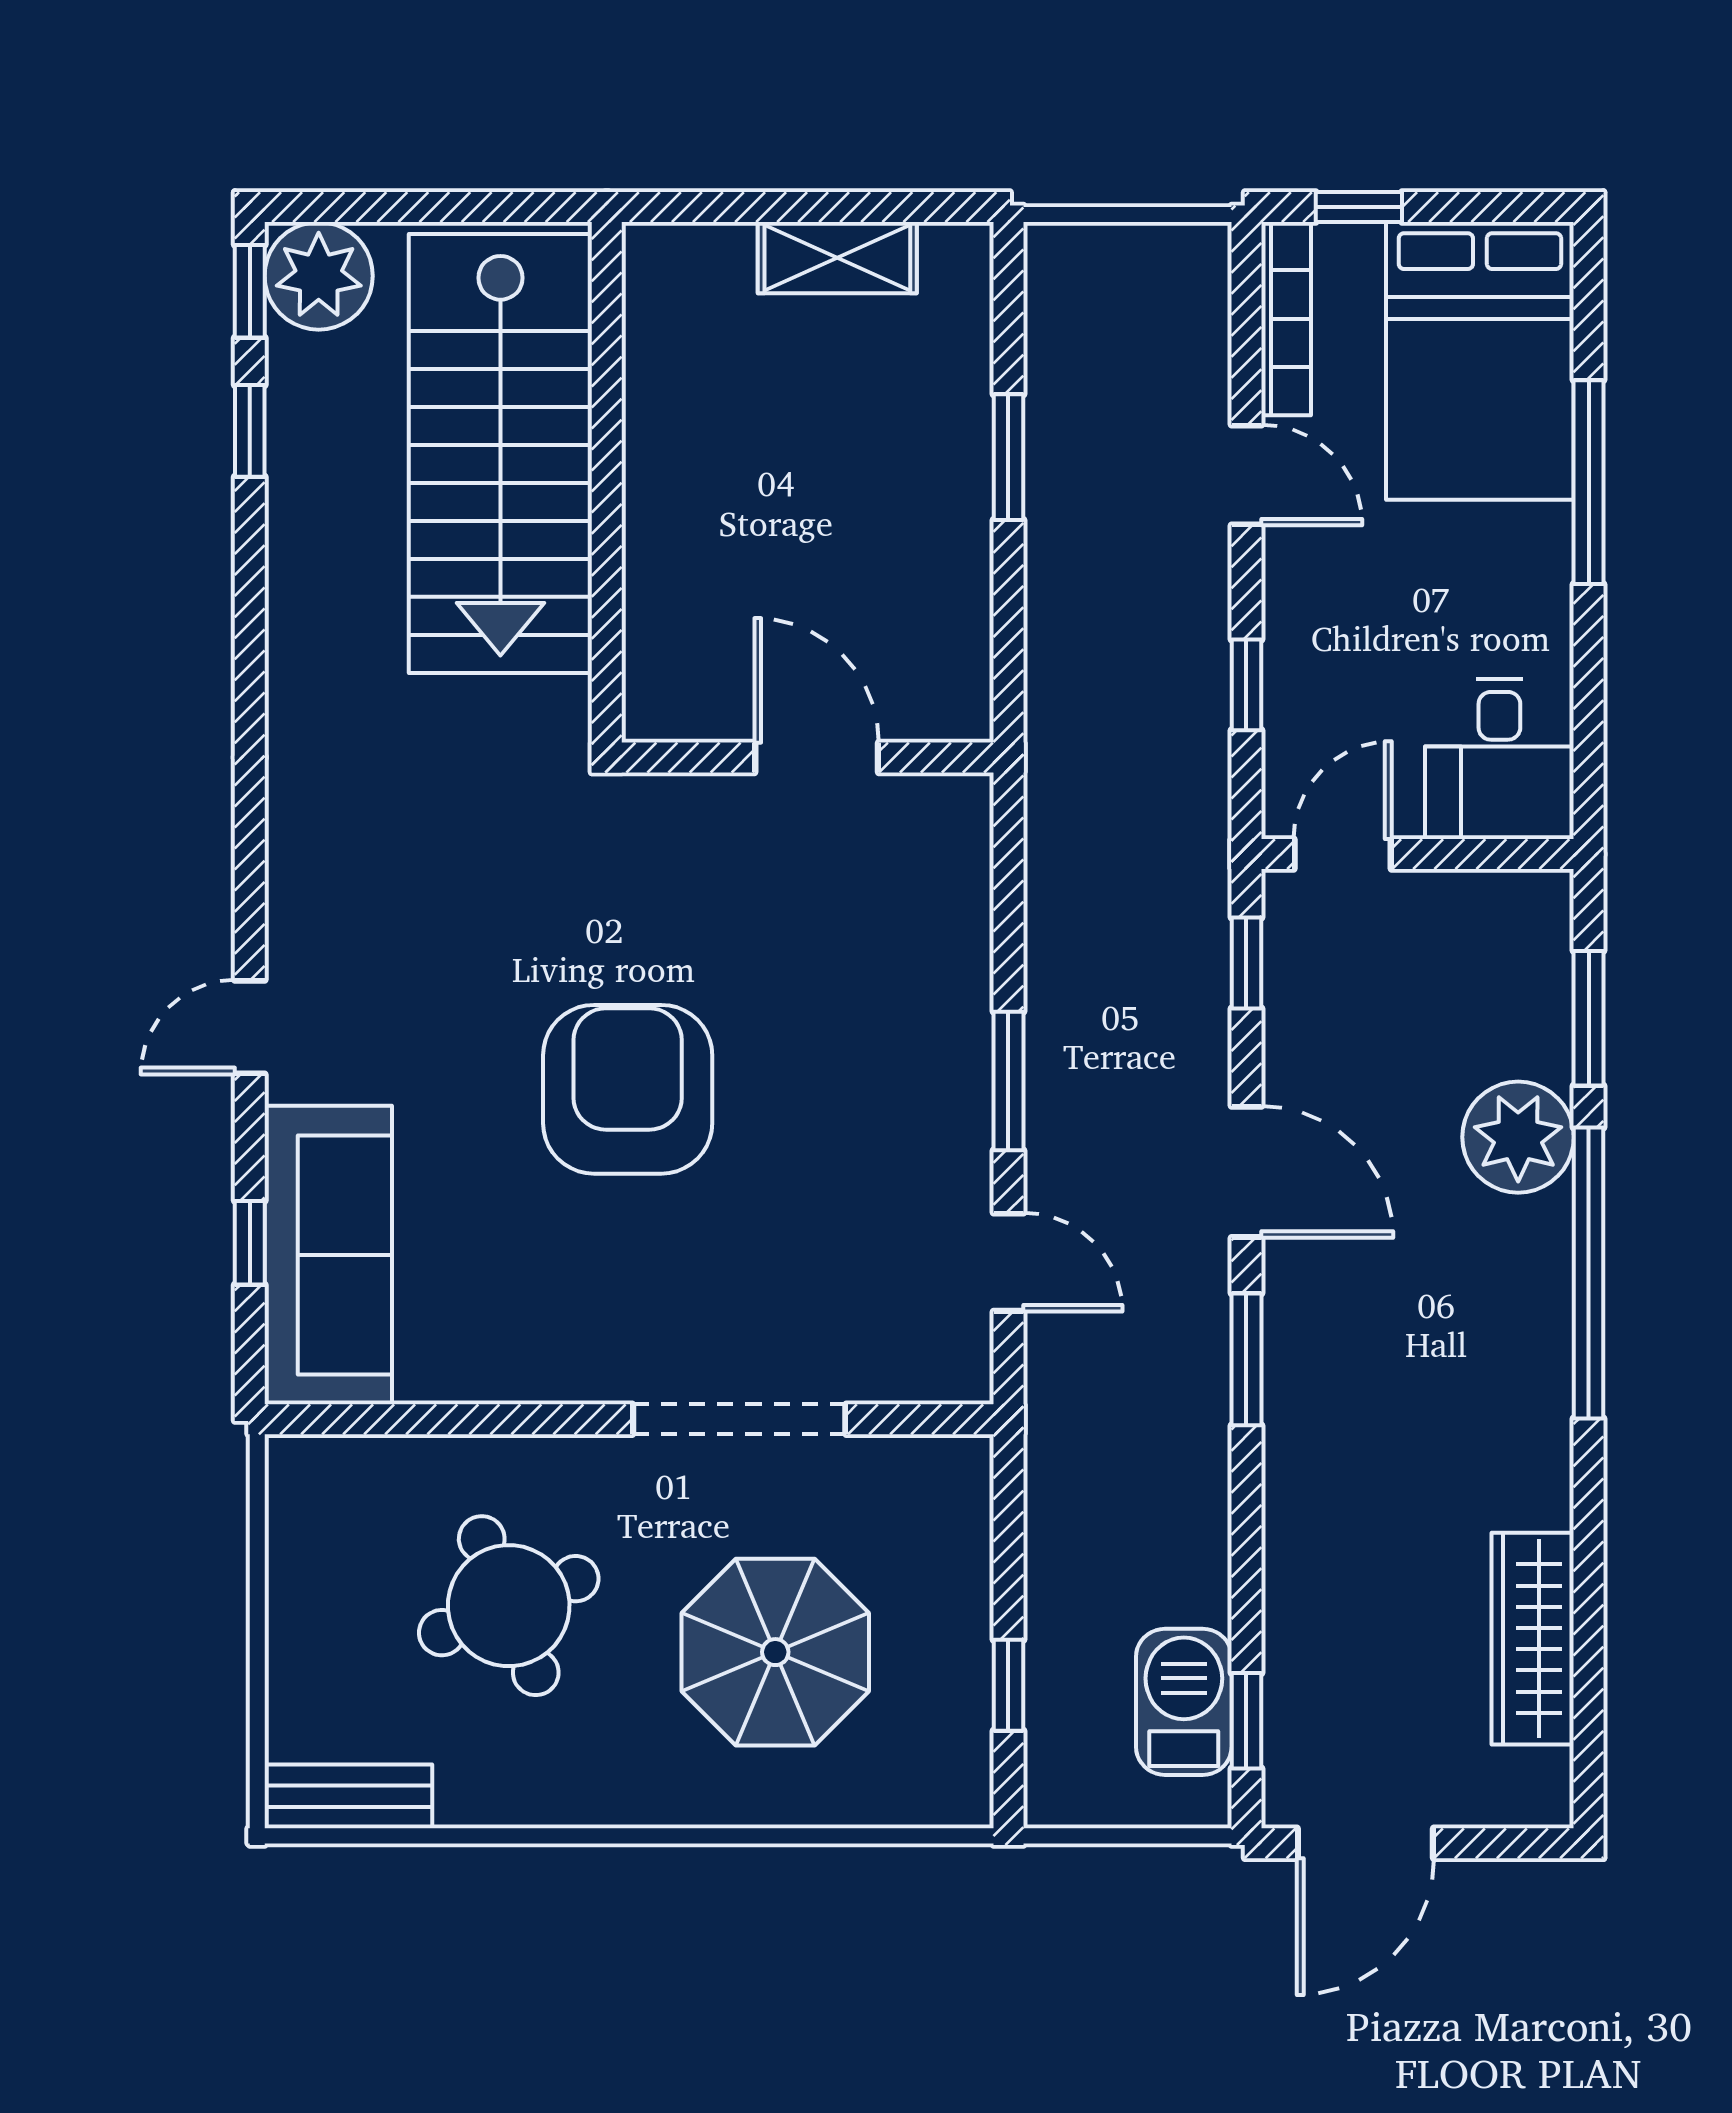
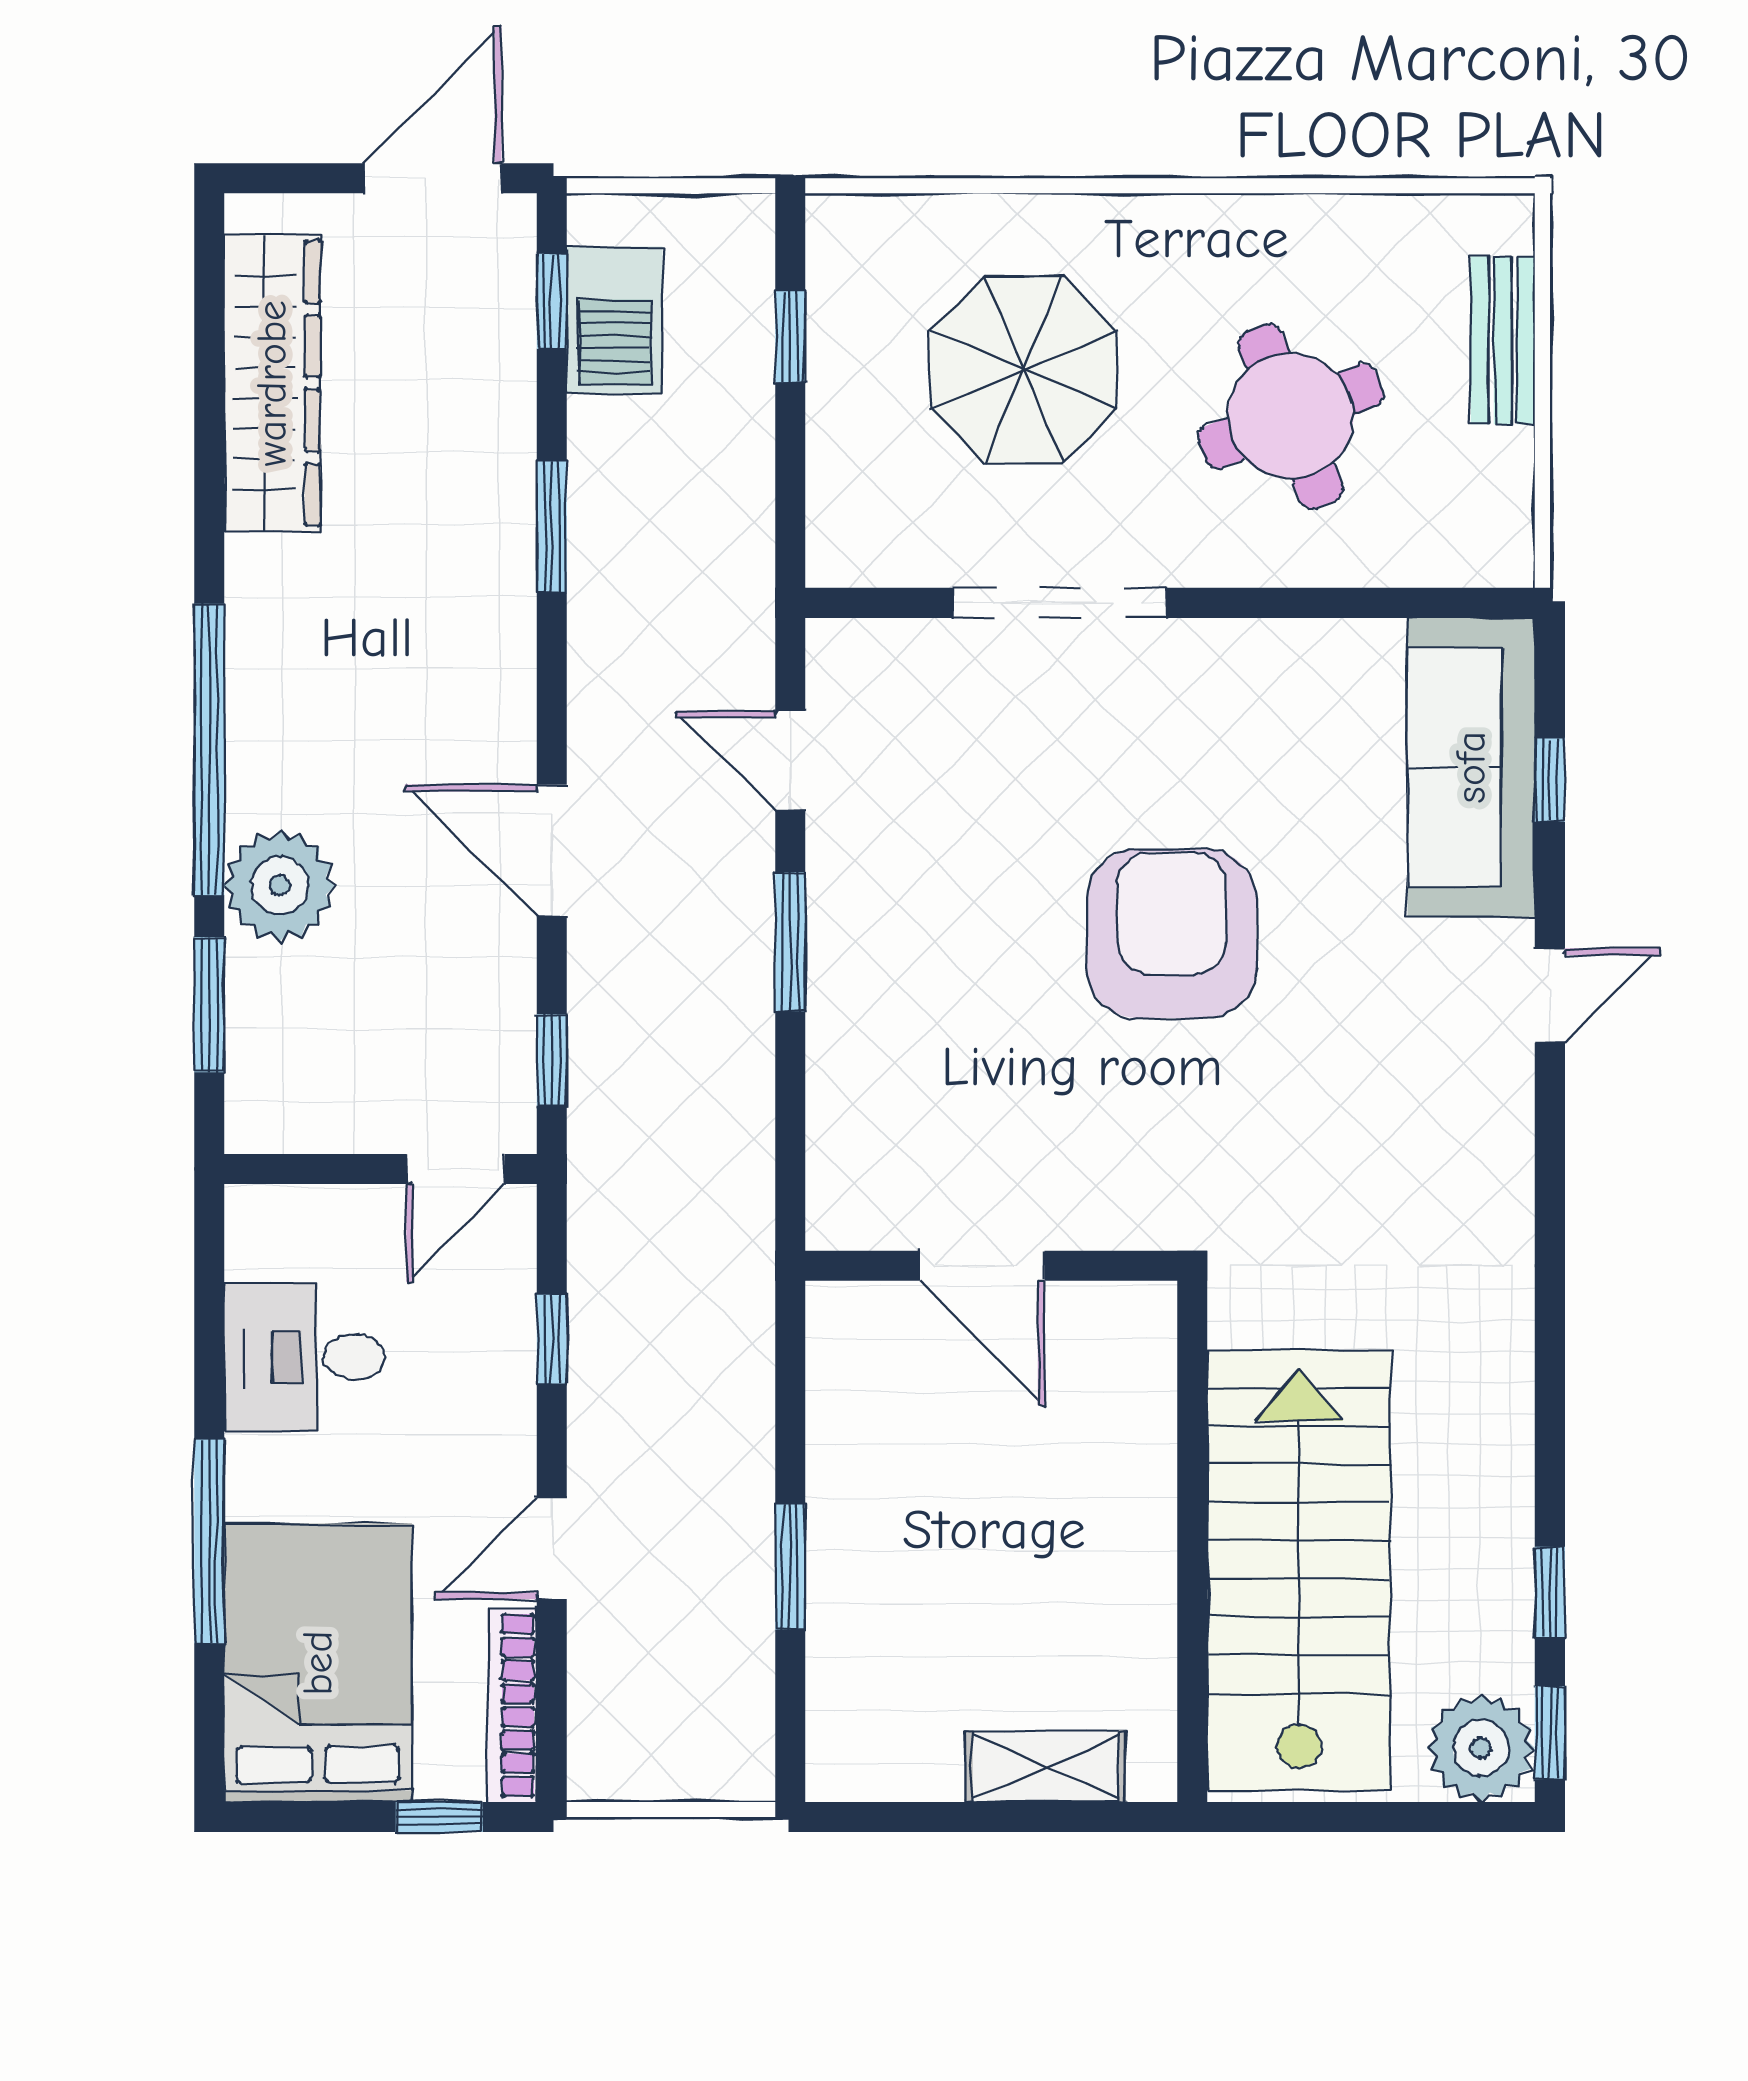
shelving: (837, 258) -> (1046, 1766), moved
door: (1246, 475) -> (552, 1549), hinge flipped
desk: (1499, 759) -> (304, 1357), moved, turned -90
armchair: (628, 1089) -> (1172, 933), turned 180
window: (1246, 1359) -> (552, 526), moved
wardrobe: (1533, 1639) -> (272, 383), width x1.40, depth x1.17
bench: (348, 1796) -> (1503, 340), moved, turned 90

